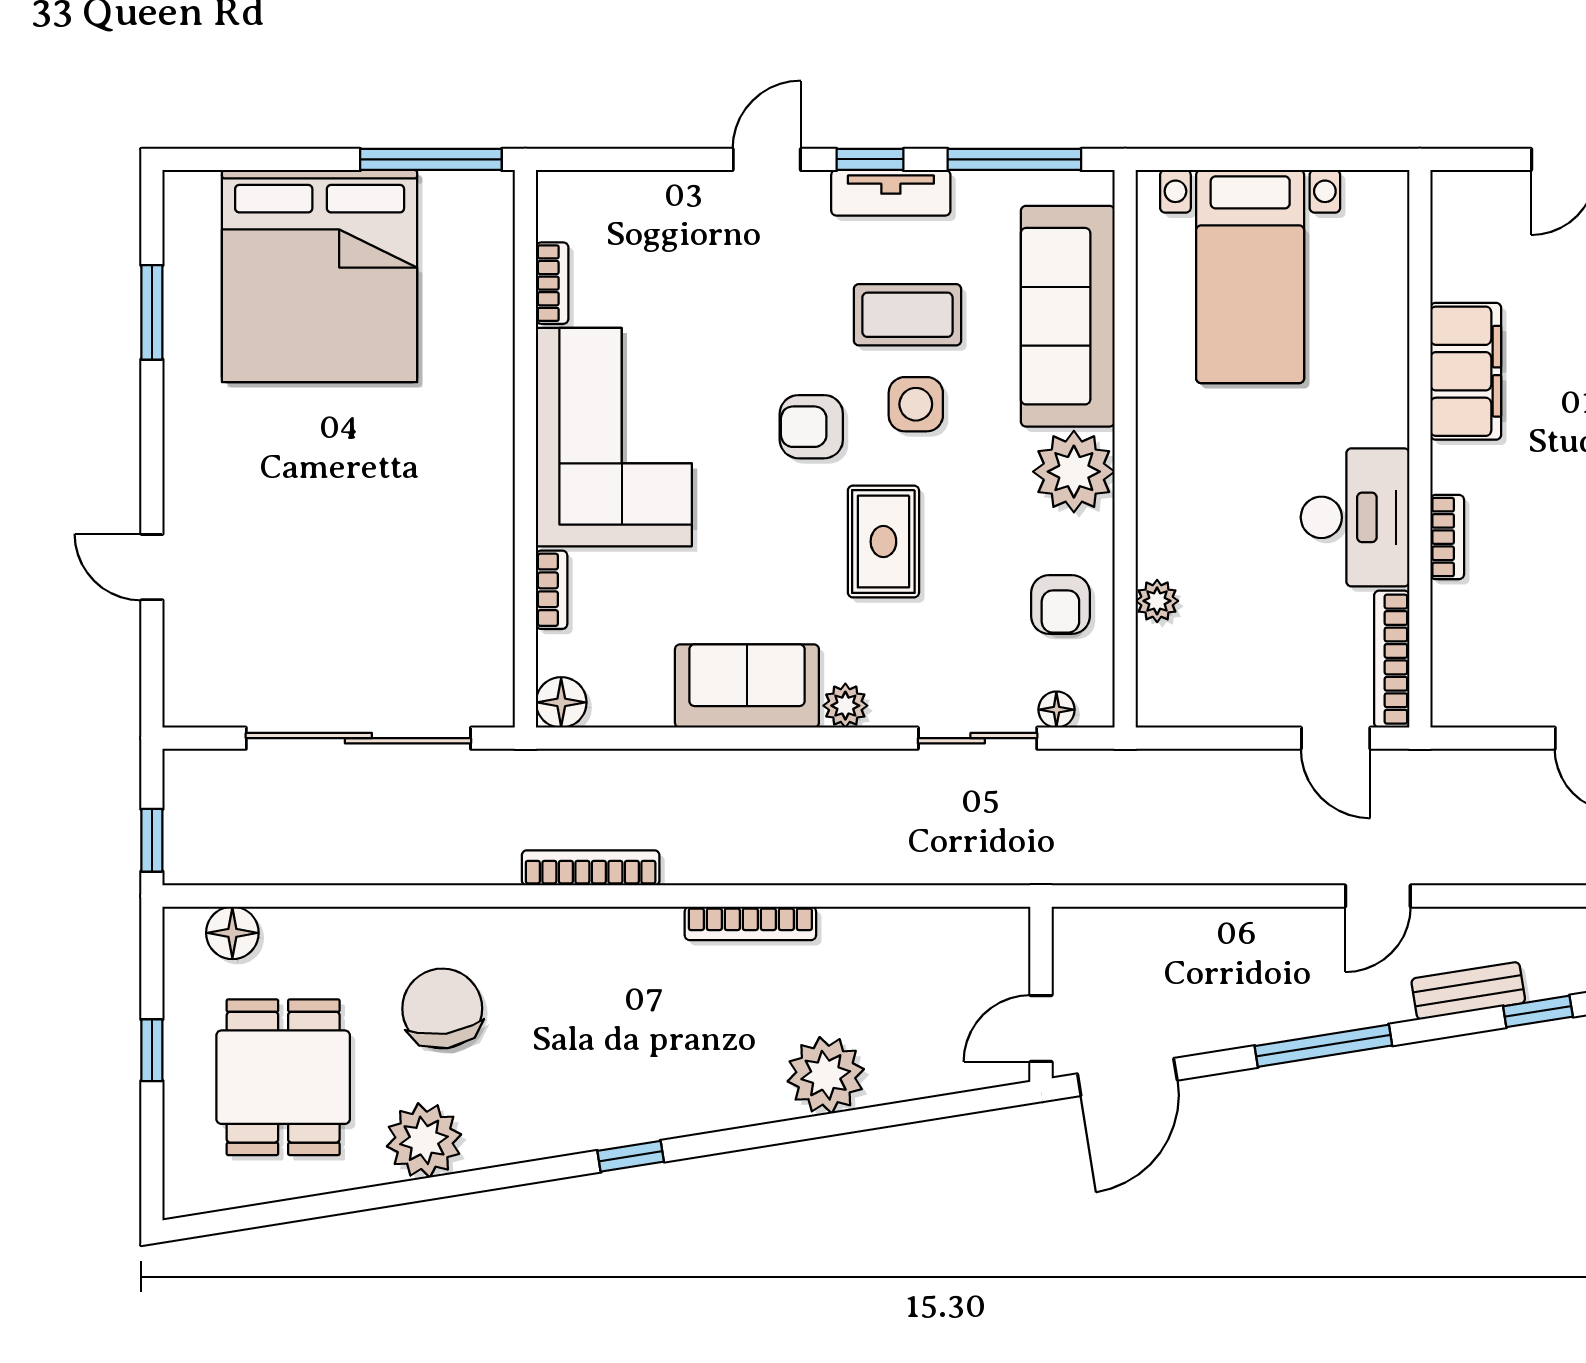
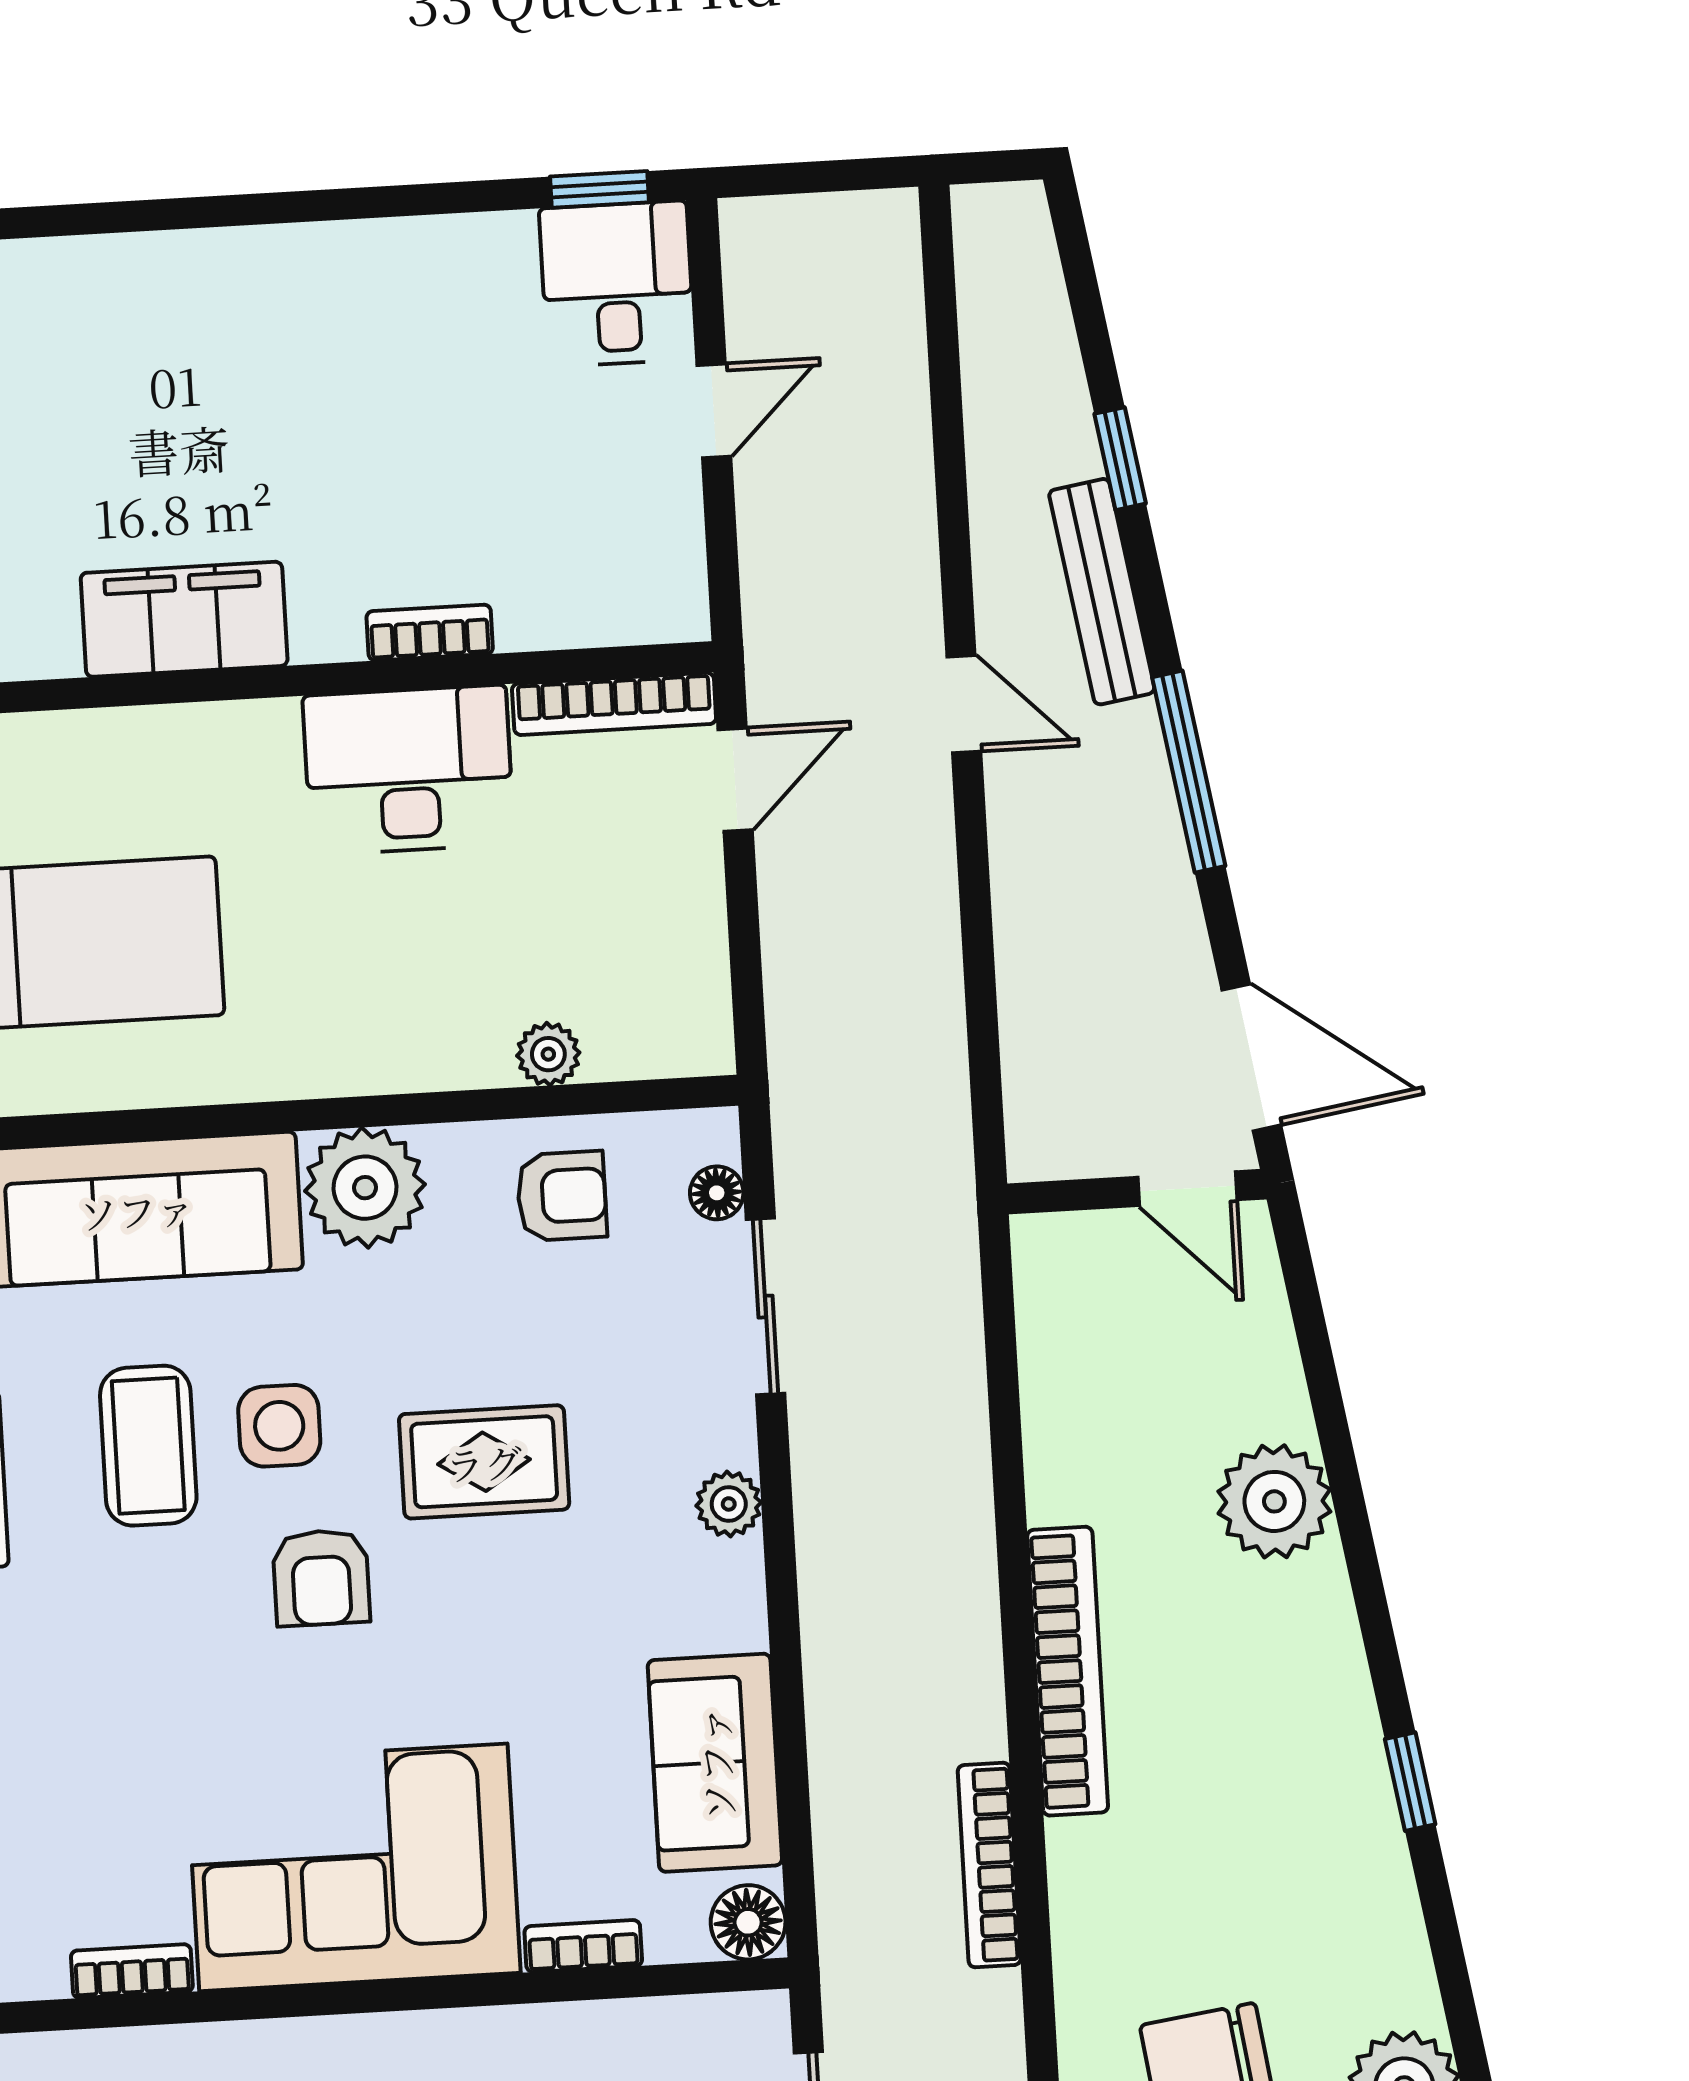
sofa: (747, 686) -> (715, 1763), moved
bookcase: (750, 923) -> (1068, 1671), width x1.48, depth x1.31
bench: (1468, 991) -> (1102, 592), width x1.36

